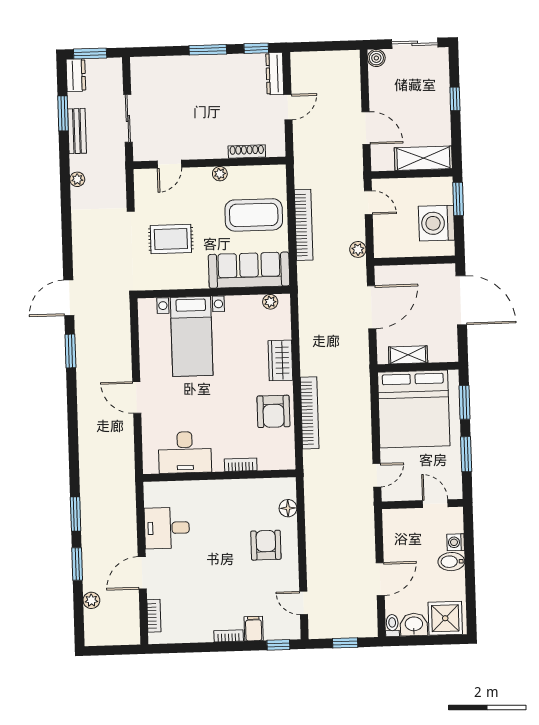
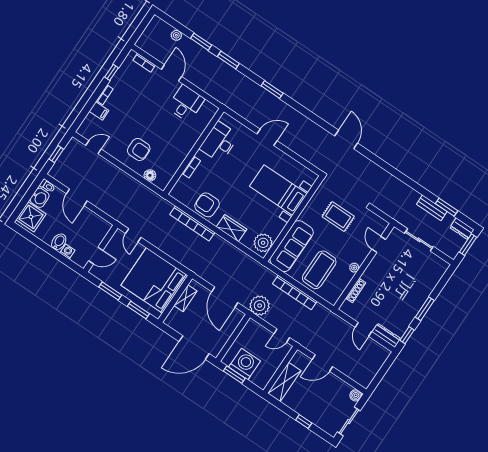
plant: (77, 179) -> (406, 189), removed
window: (458, 199) -> (234, 375), moved
rug: (171, 239) -> (338, 216), turned 90
plant: (358, 249) -> (260, 306), width x1.88, depth x1.88
plant: (270, 302) -> (263, 243), width x1.87, depth x1.87
window: (70, 351) -> (272, 90), moved
window: (278, 645) -> (111, 72), moved

